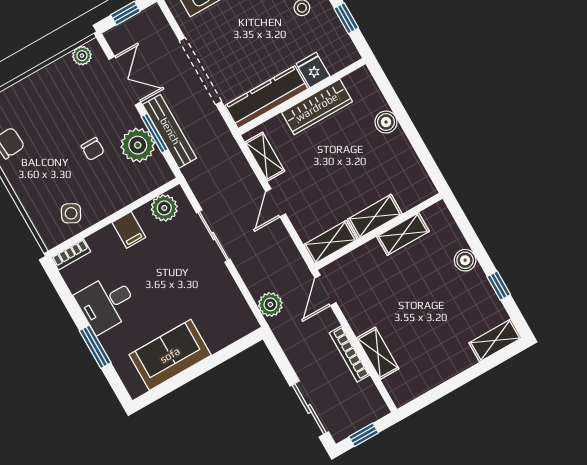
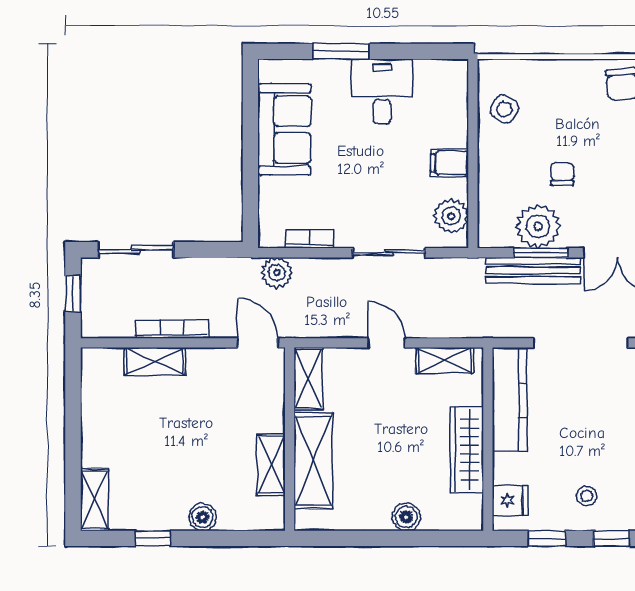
fridge: (313, 70) -> (510, 500), moved
chair: (93, 149) -> (562, 174), turned 90
shelving: (375, 216) -> (313, 461), width x1.50, depth x1.33
bookcase: (71, 254) -> (310, 239), moved, turned 90

